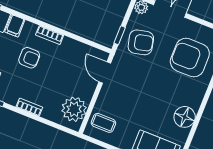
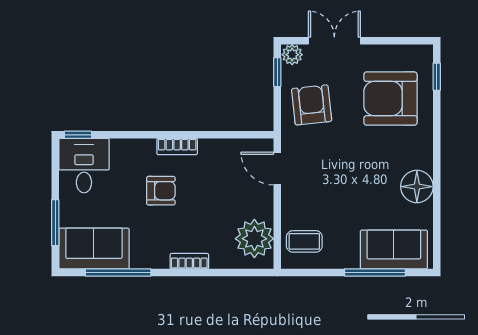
filing cabinet: (15, 26) -> (122, 153), removed
window: (120, 35) -> (277, 72), moved
armchair: (141, 42) -> (312, 105), turned -83

